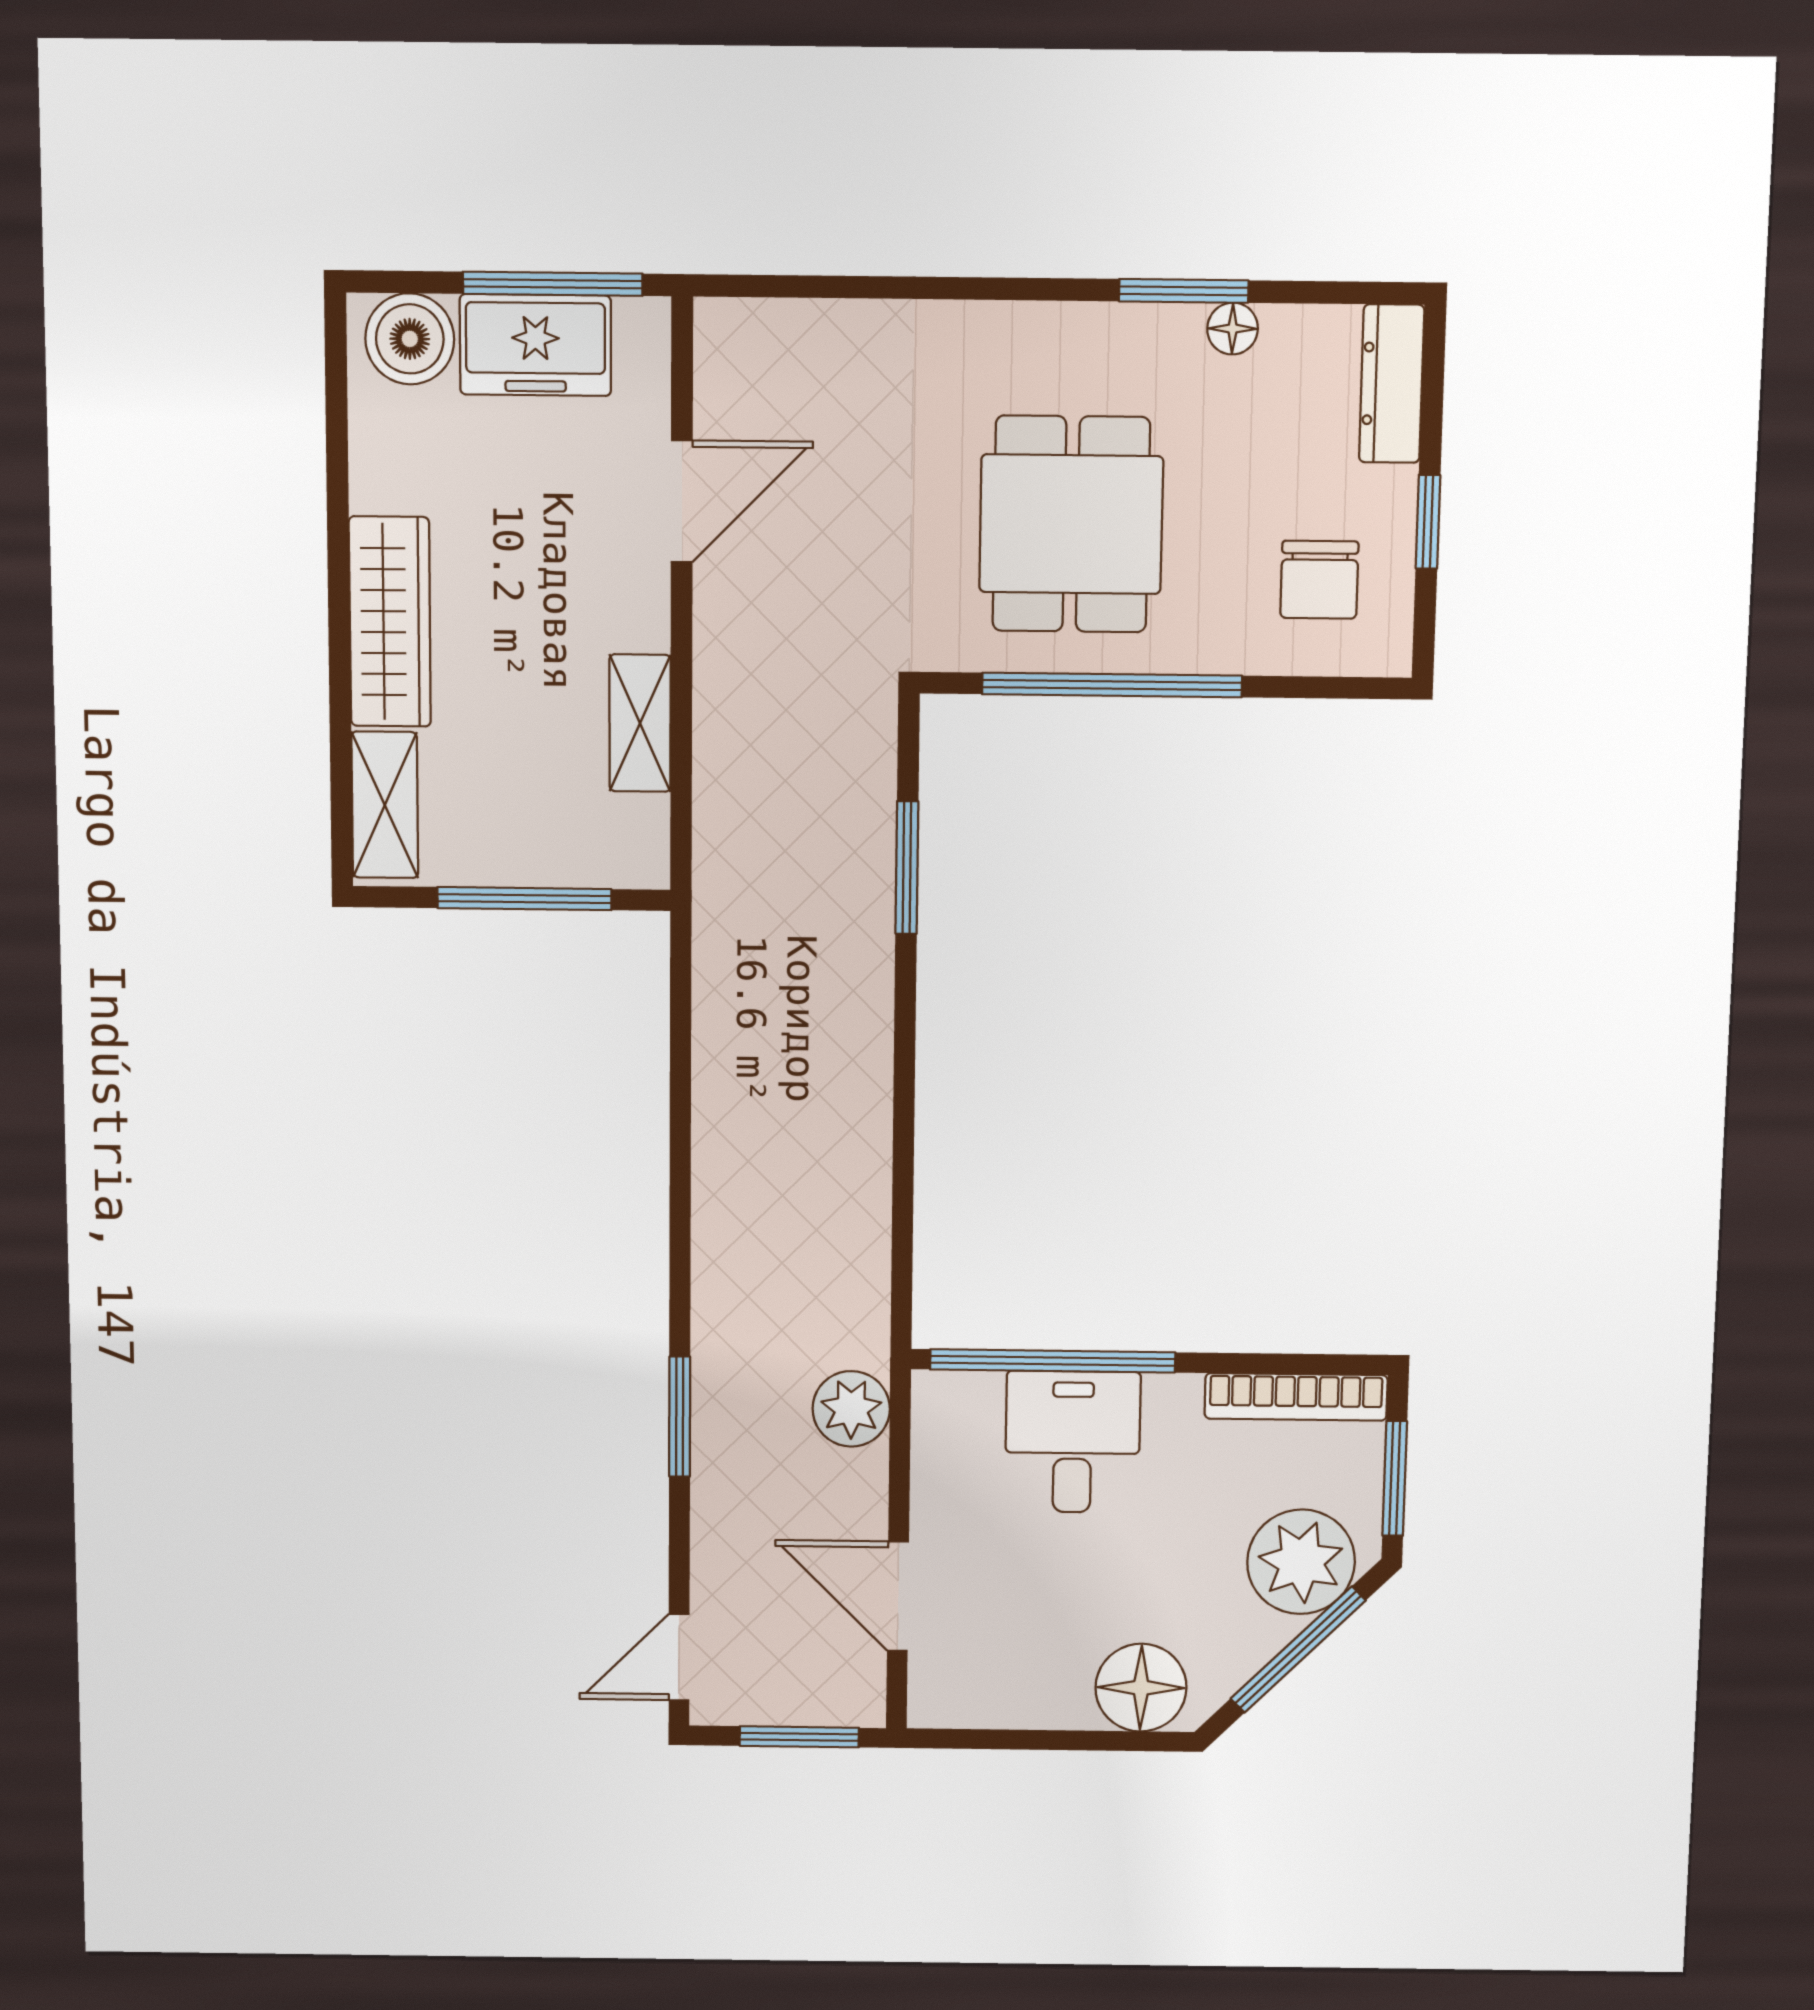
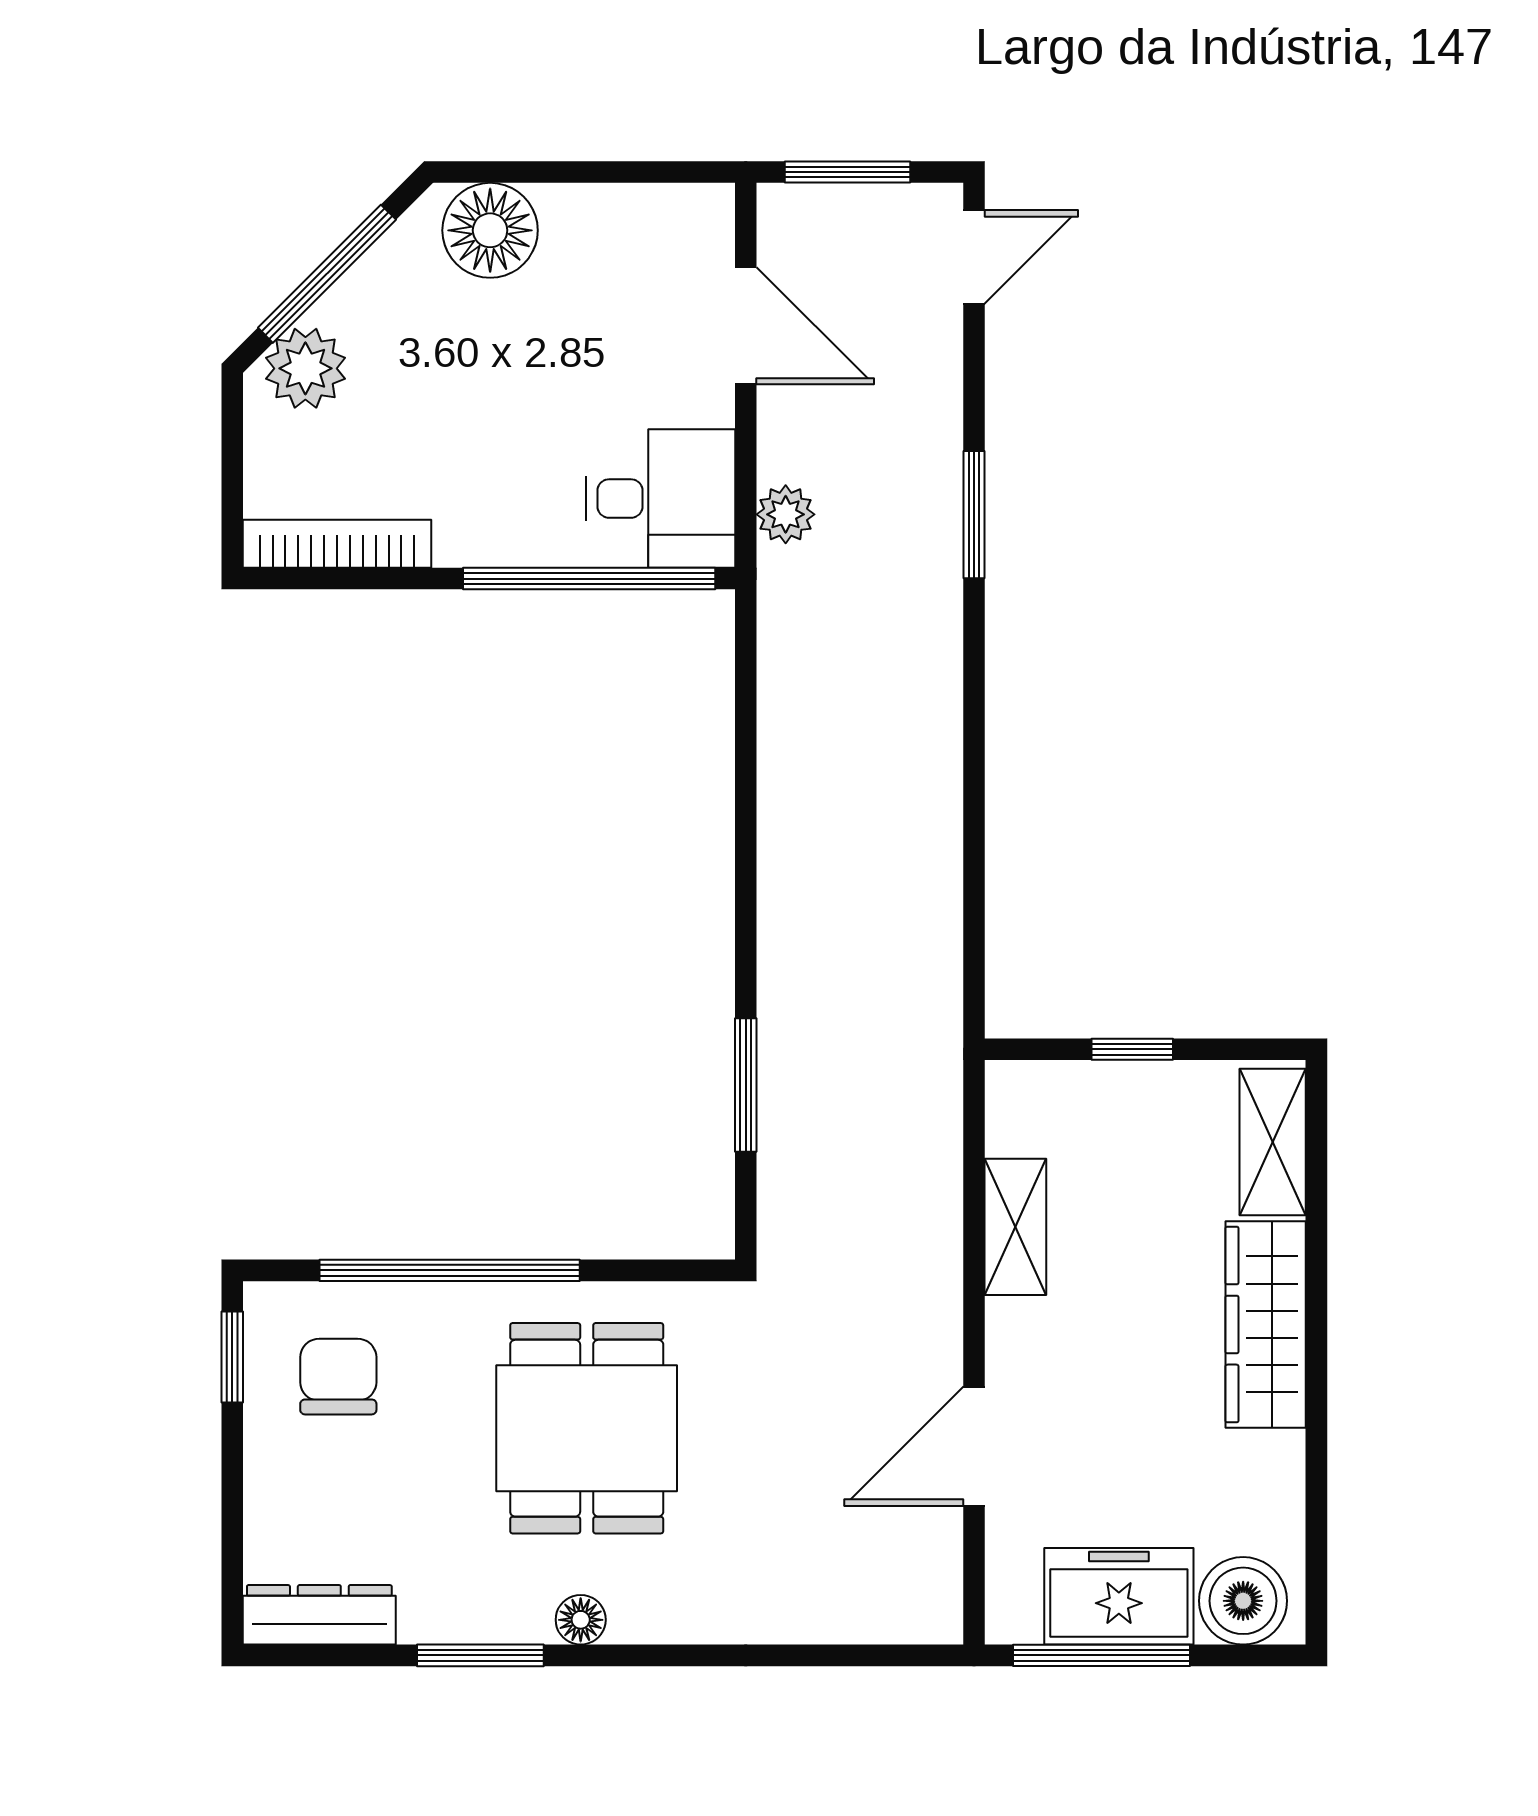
floor lamp: (1233, 329) -> (581, 1620), moved
dresser: (1392, 384) -> (319, 1615), moved, turned -90
window: (1428, 522) -> (232, 1357), moved
window: (1112, 685) -> (450, 1270), moved
window: (524, 899) -> (1132, 1049), width x0.46
plant: (851, 1409) -> (786, 514), width x0.73, depth x0.73
desk: (1073, 1442) -> (660, 499), moved, turned -90
window: (1395, 1478) -> (232, 459), removed
plant: (1301, 1562) -> (305, 368), width x0.73, depth x0.73

